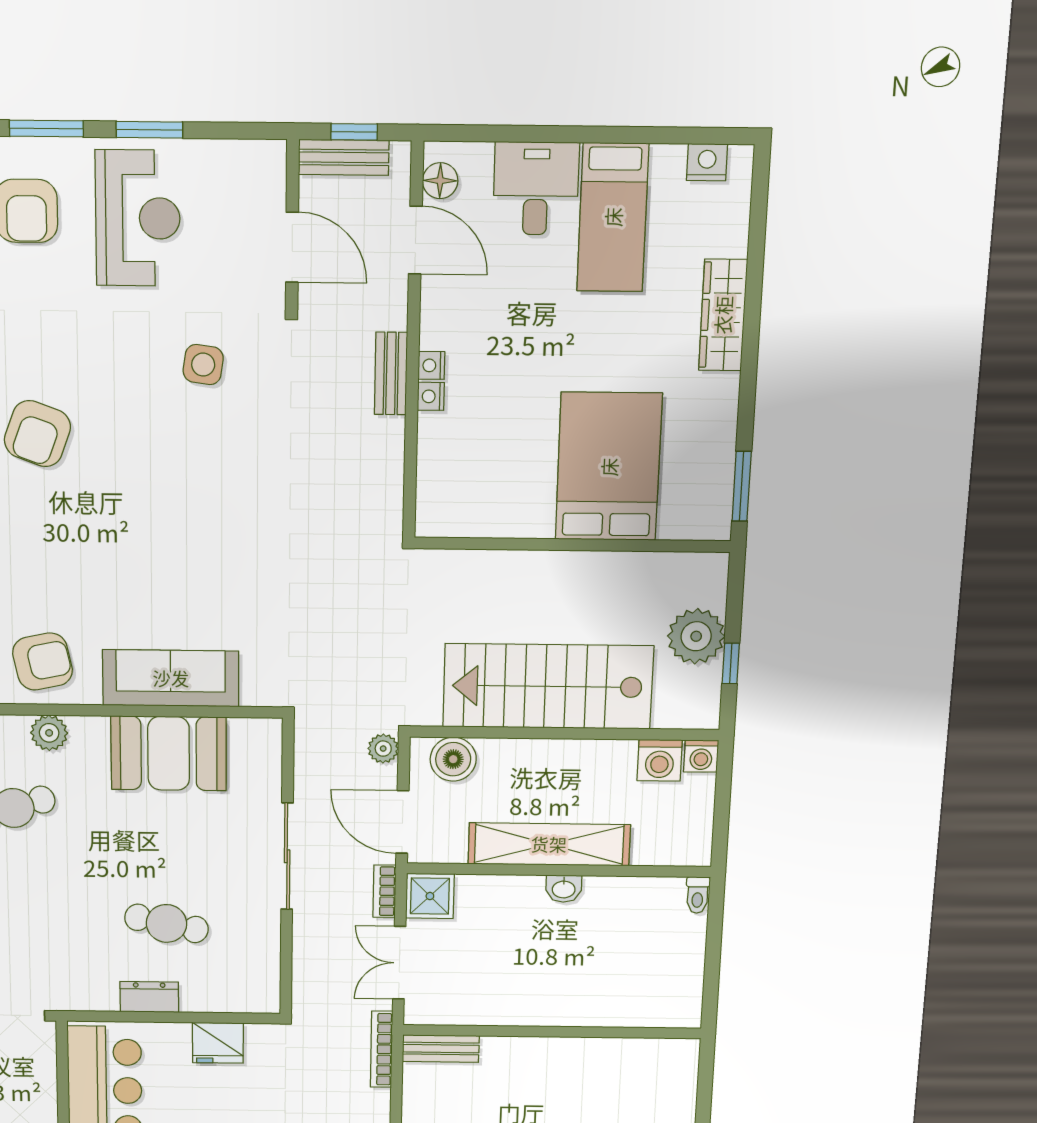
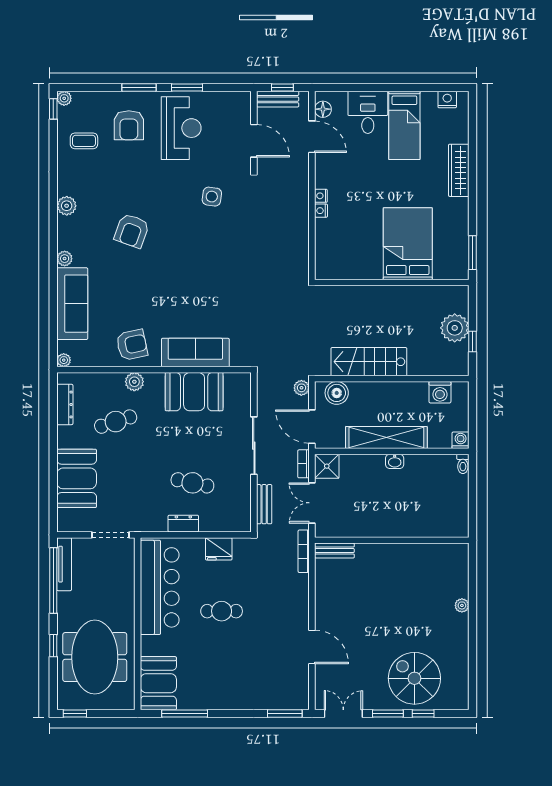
bench: (391, 374) -> (264, 504), moved
stairs: (548, 686) -> (369, 362), width x0.73, depth x0.66
washing machine: (701, 756) -> (461, 440), moved, turned 180

